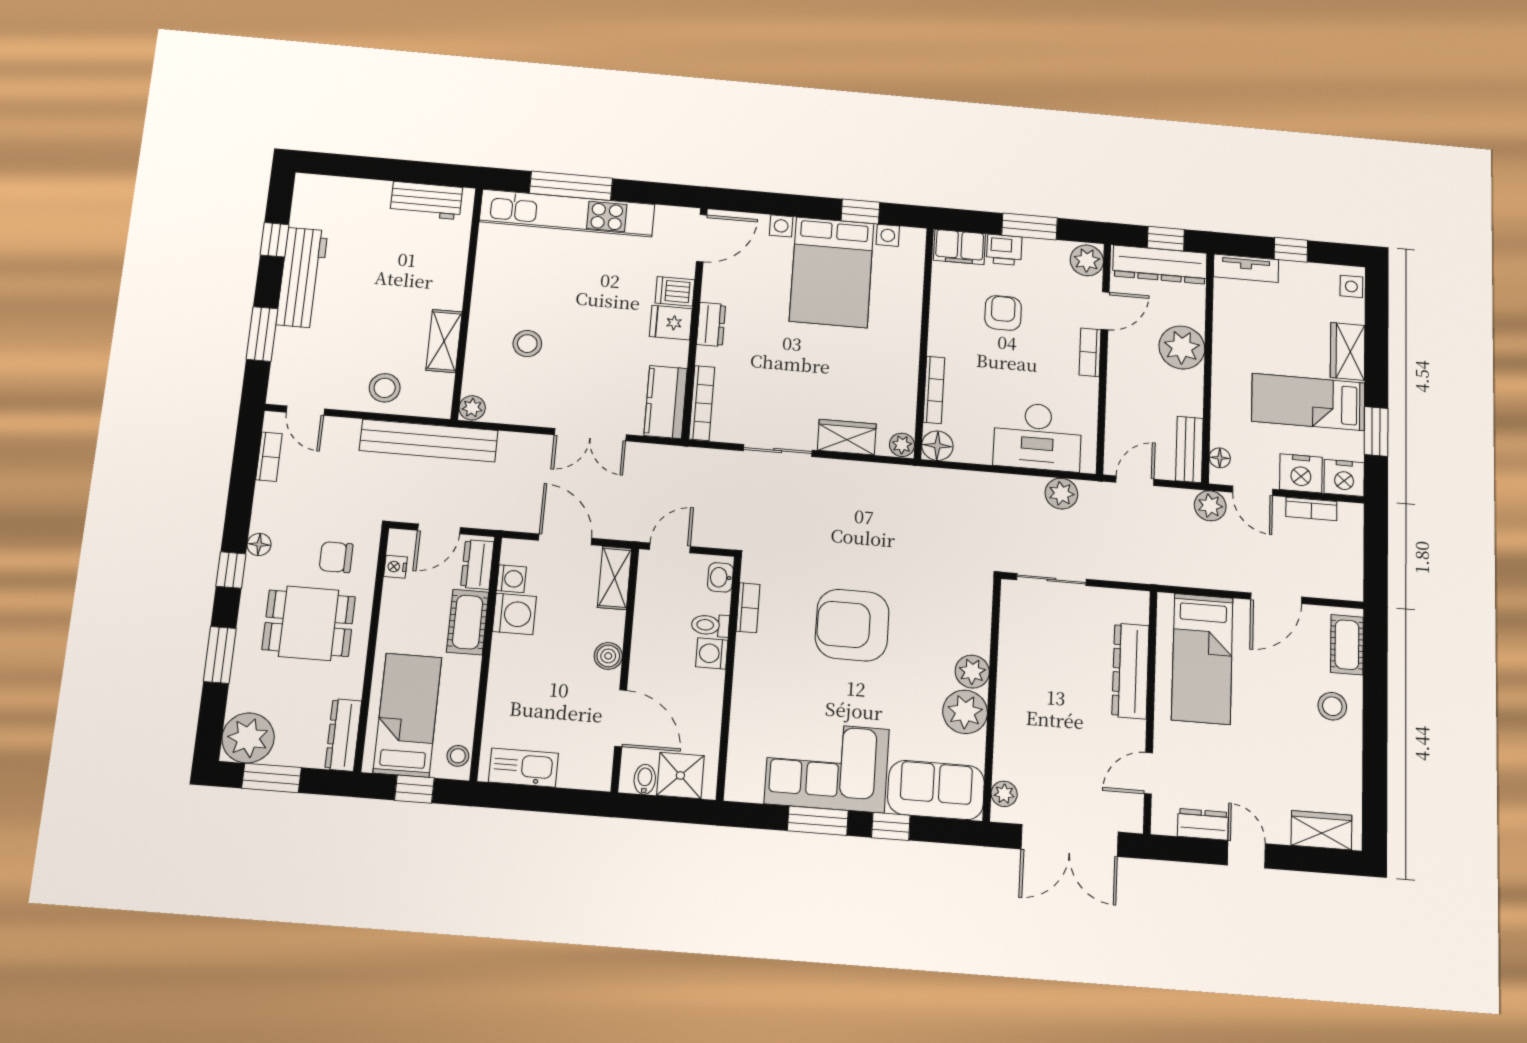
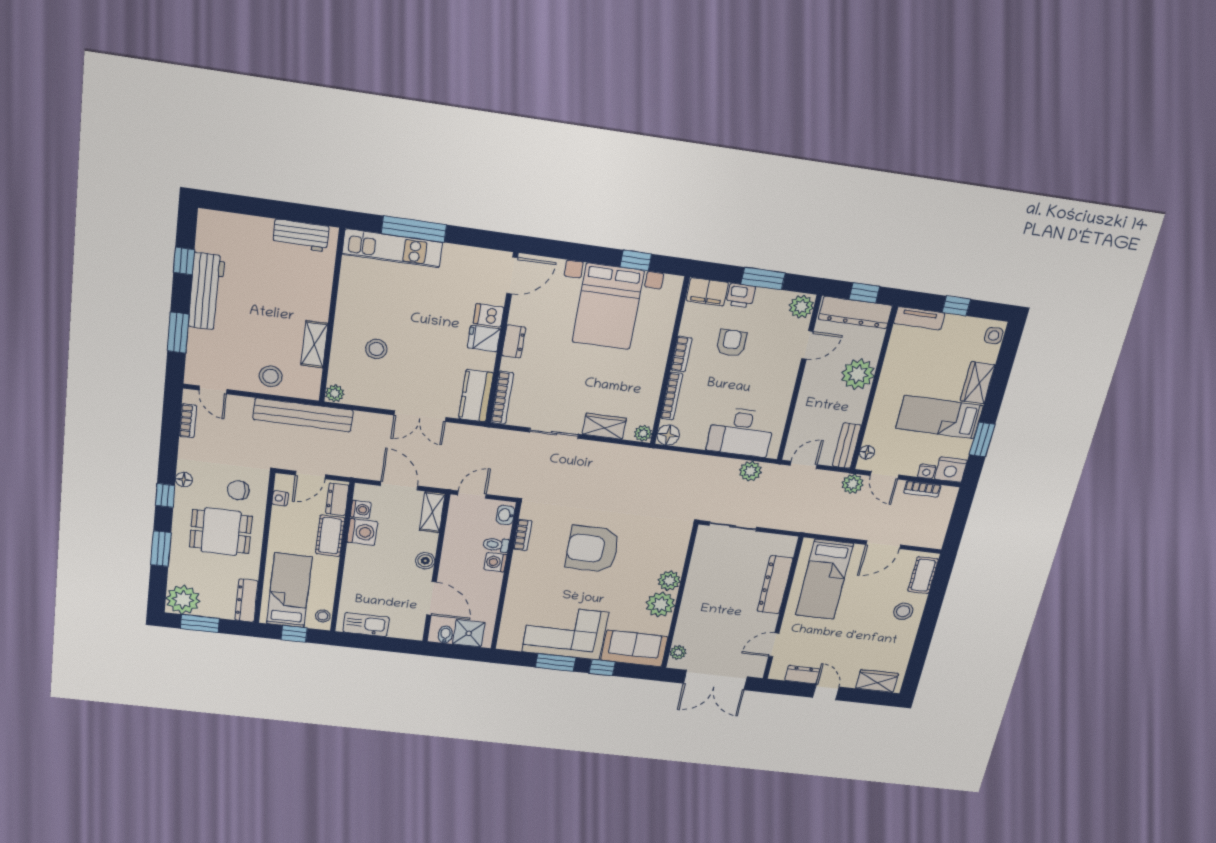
kitchen unit: (567, 213) -> (392, 248), width x0.73
bookcase: (1090, 352) -> (681, 354), moved, turned 180
nightstand: (1301, 473) -> (927, 471), width x0.53, depth x0.56

